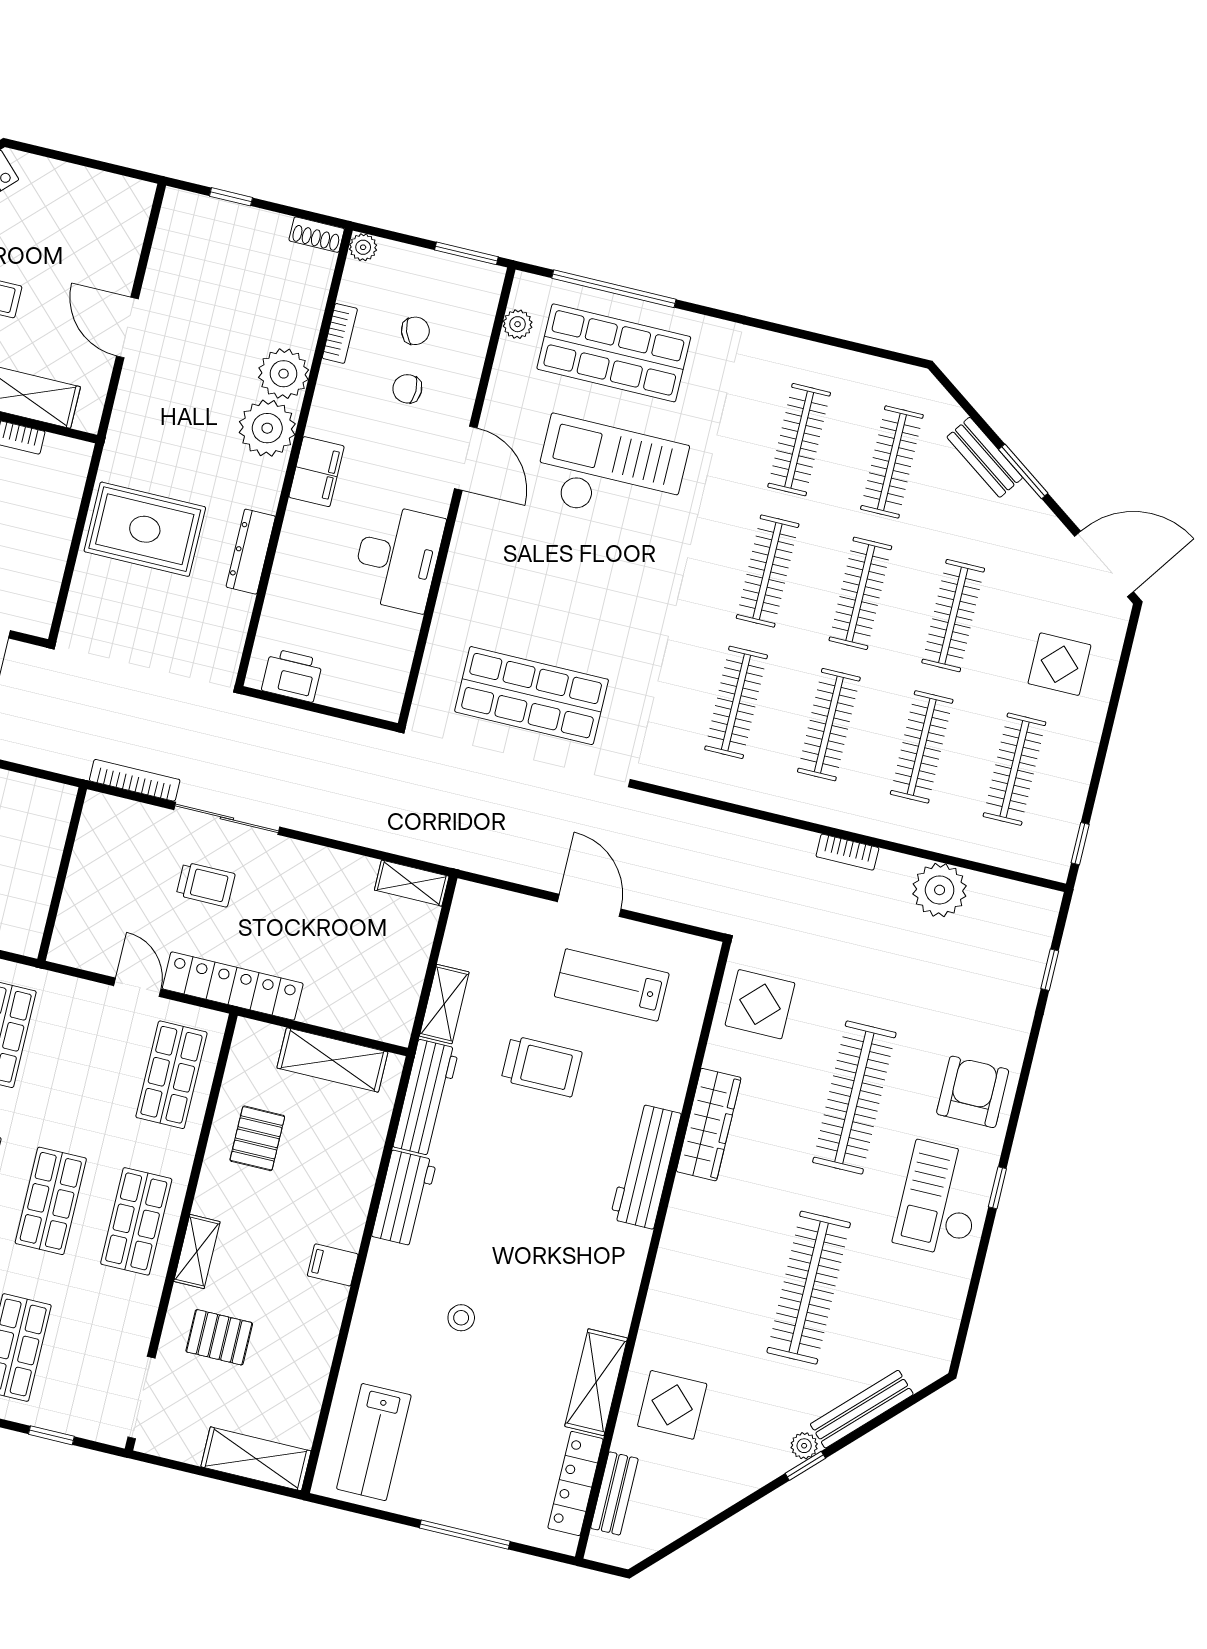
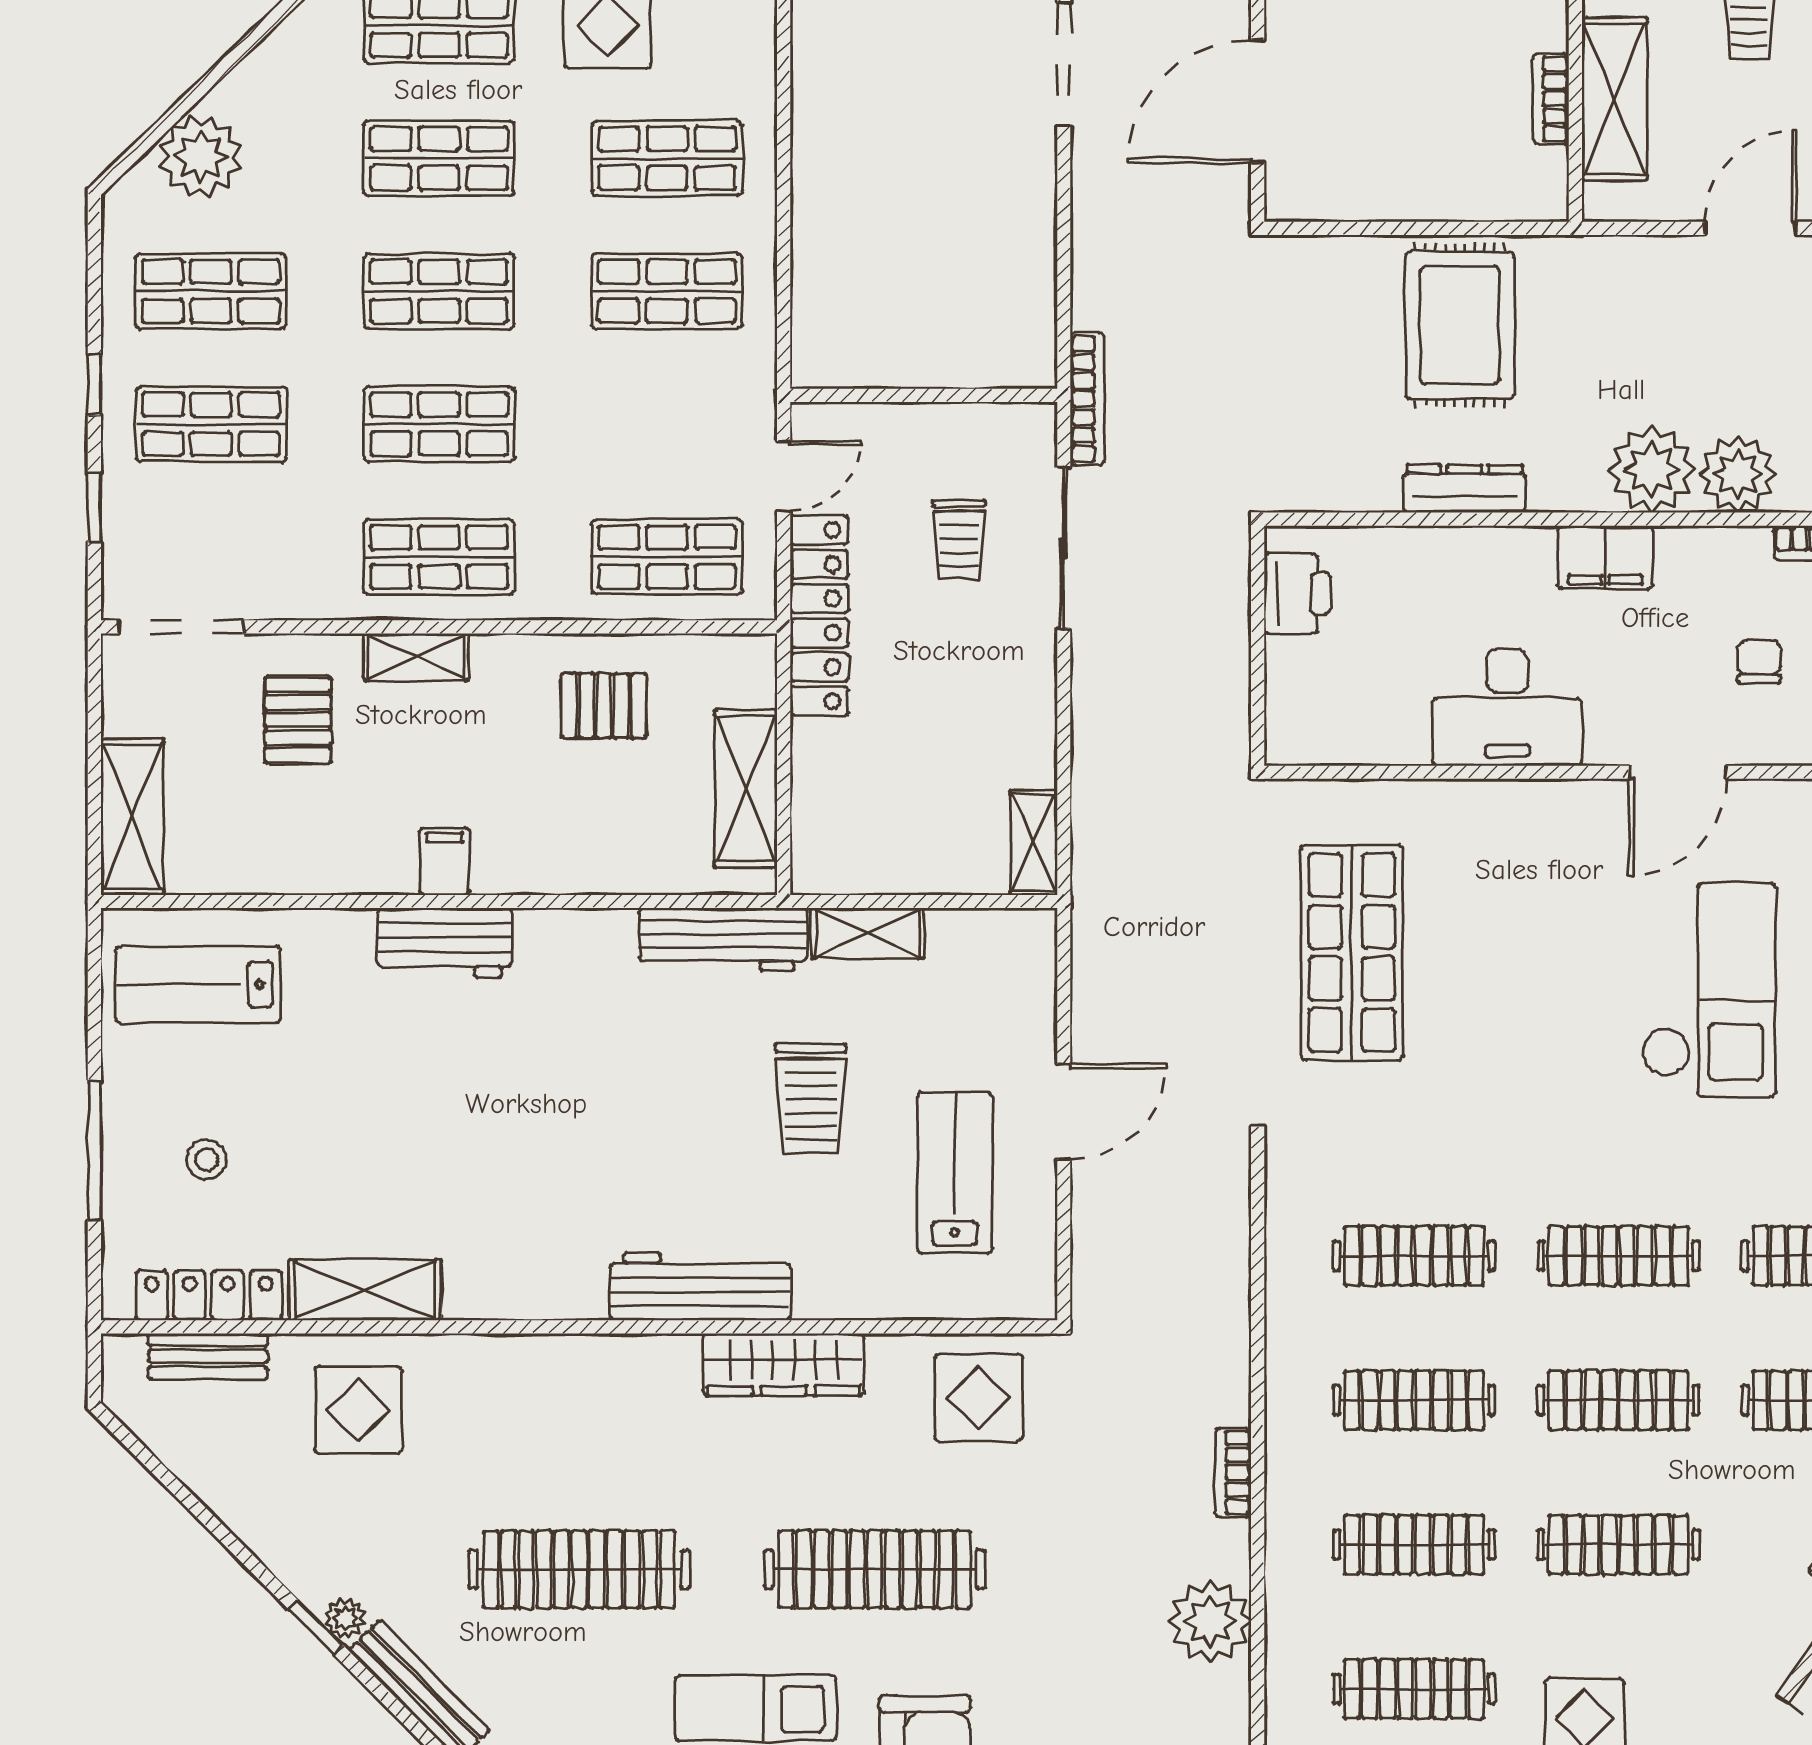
wall: (62, 874) -> (924, 395), moved
workbench: (404, 1198) -> (445, 943), moved
stool: (461, 1318) -> (206, 1160), moved

